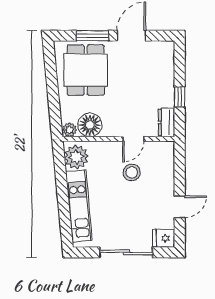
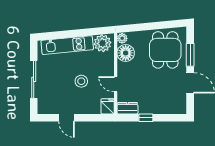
dining table: (86, 70) -> (165, 50), turned 90
stool: (132, 172) -> (81, 81), moved
fridge: (164, 238) -> (108, 106), moved

